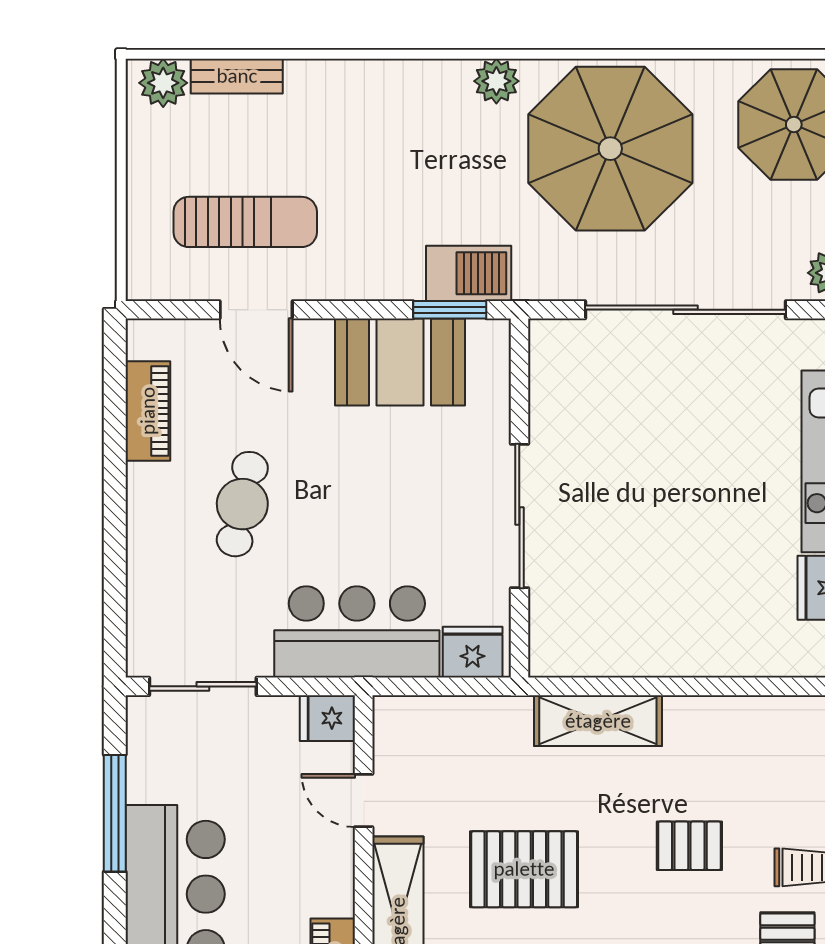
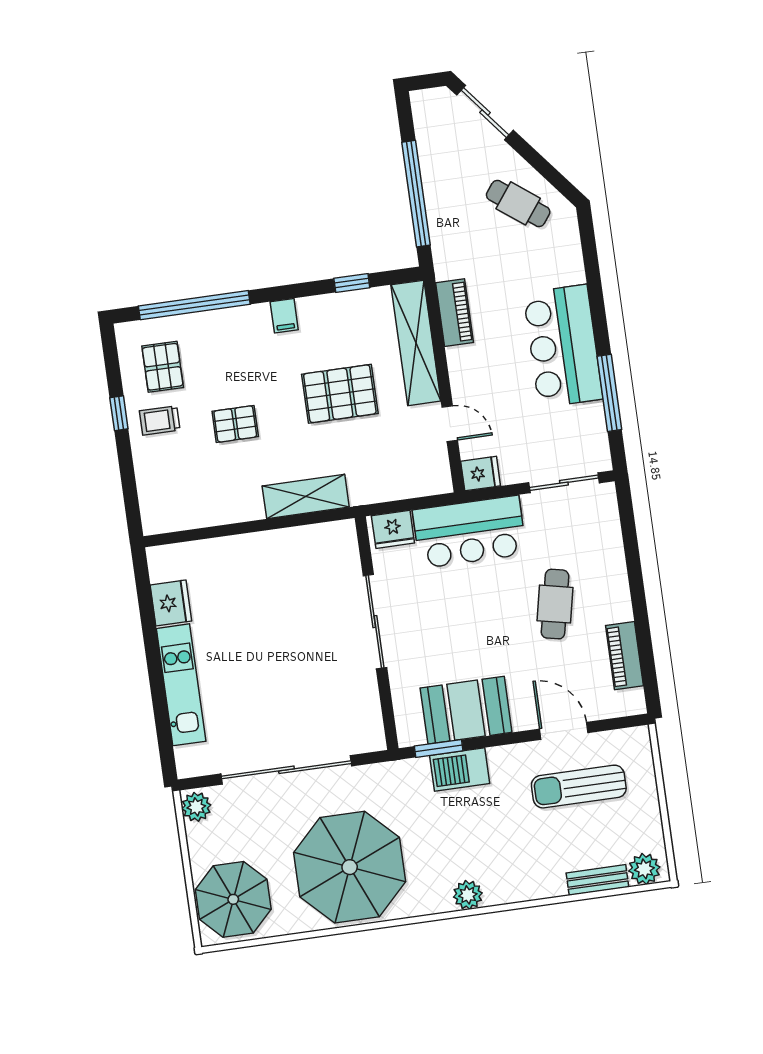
plant: (496, 81) -> (468, 895), moved
barbecue: (469, 273) -> (460, 770), moved

